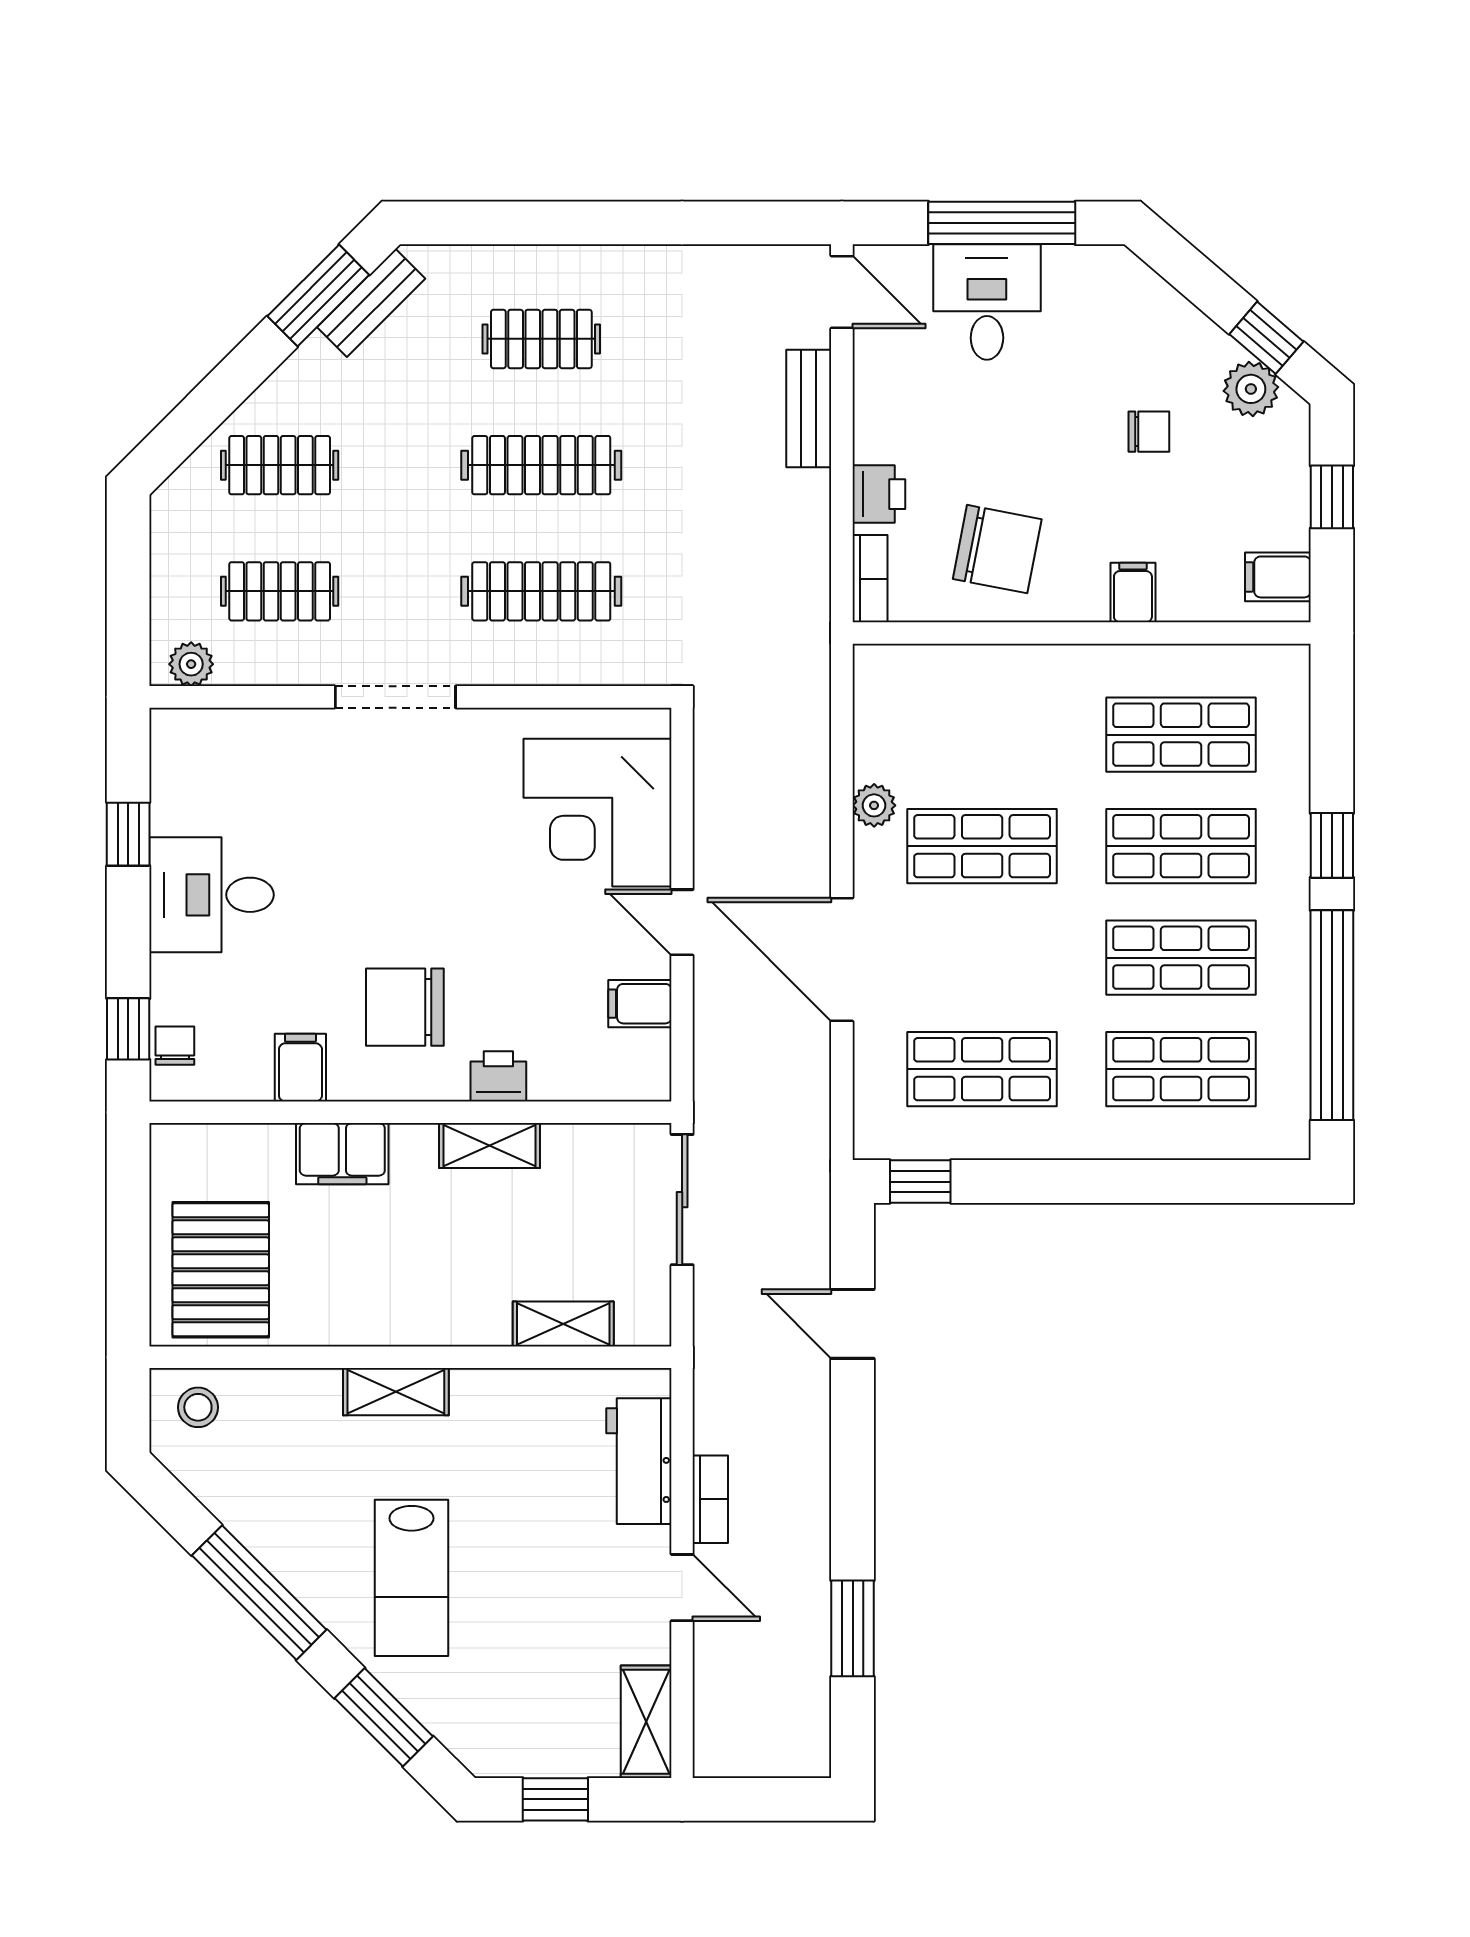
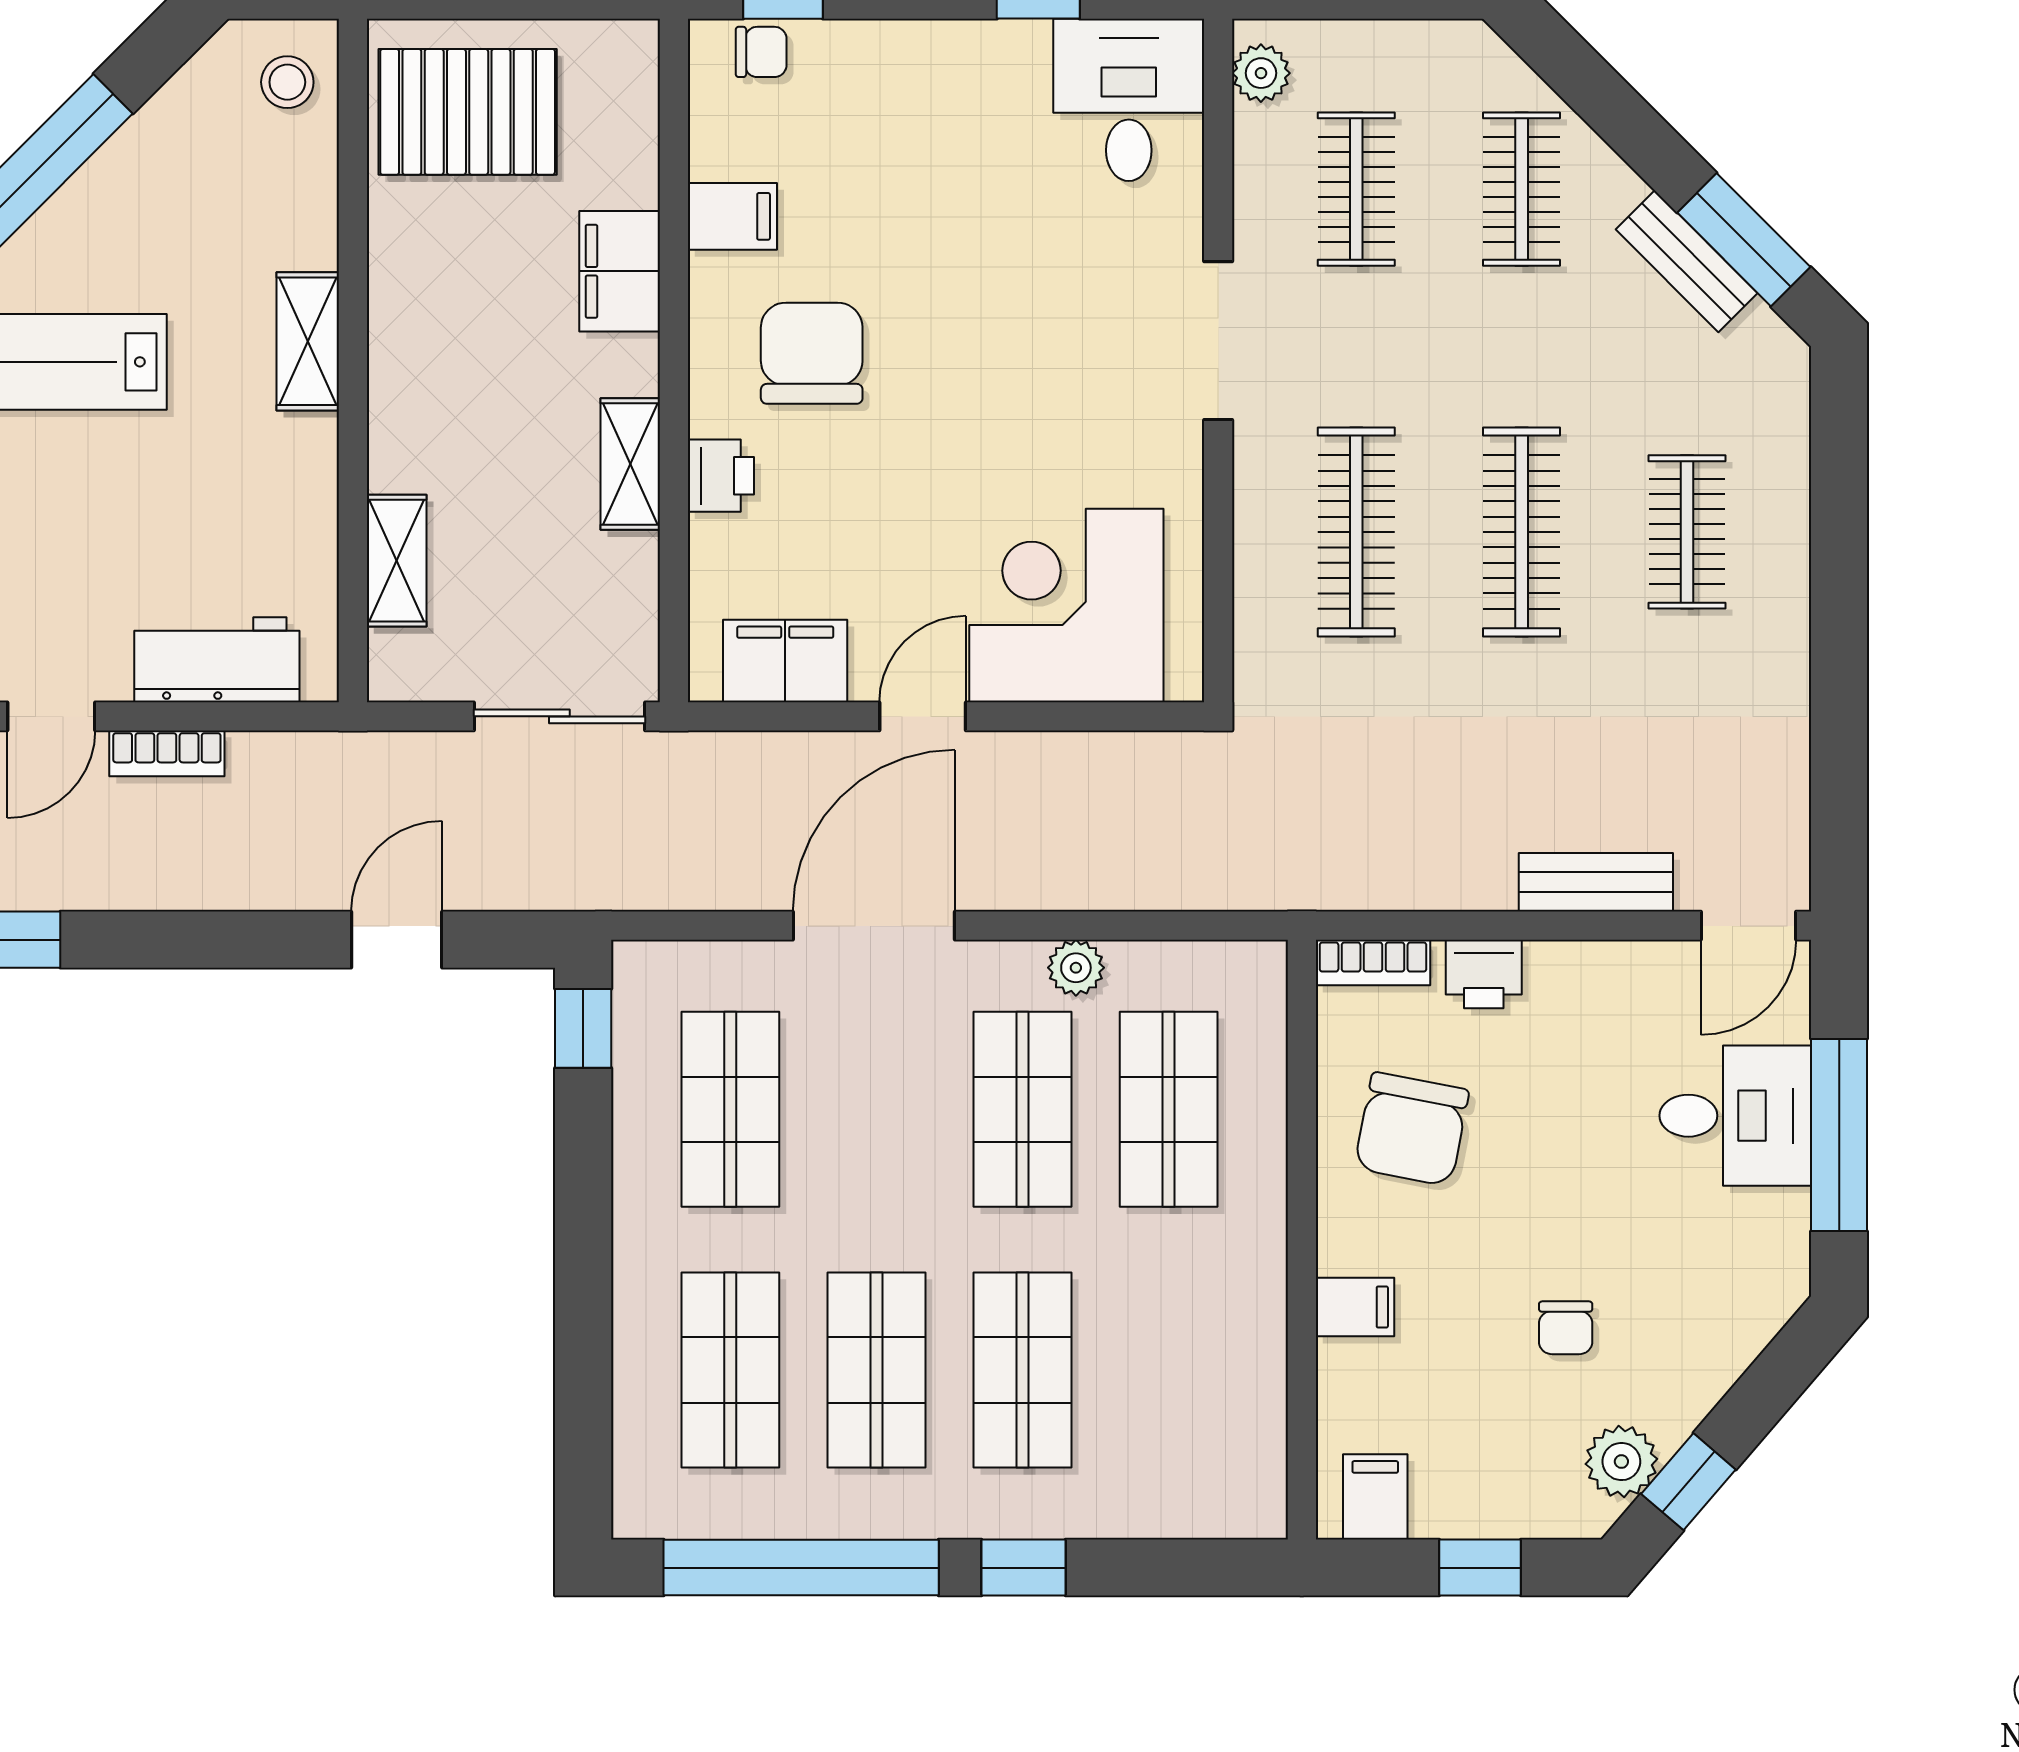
bench: (371, 303) -> (1687, 261), moved
shop shelf: (1181, 735) -> (1169, 1109), moved
desk: (212, 895) -> (1129, 100), moved
filing cabinet: (640, 1004) -> (785, 661), width x2.00

